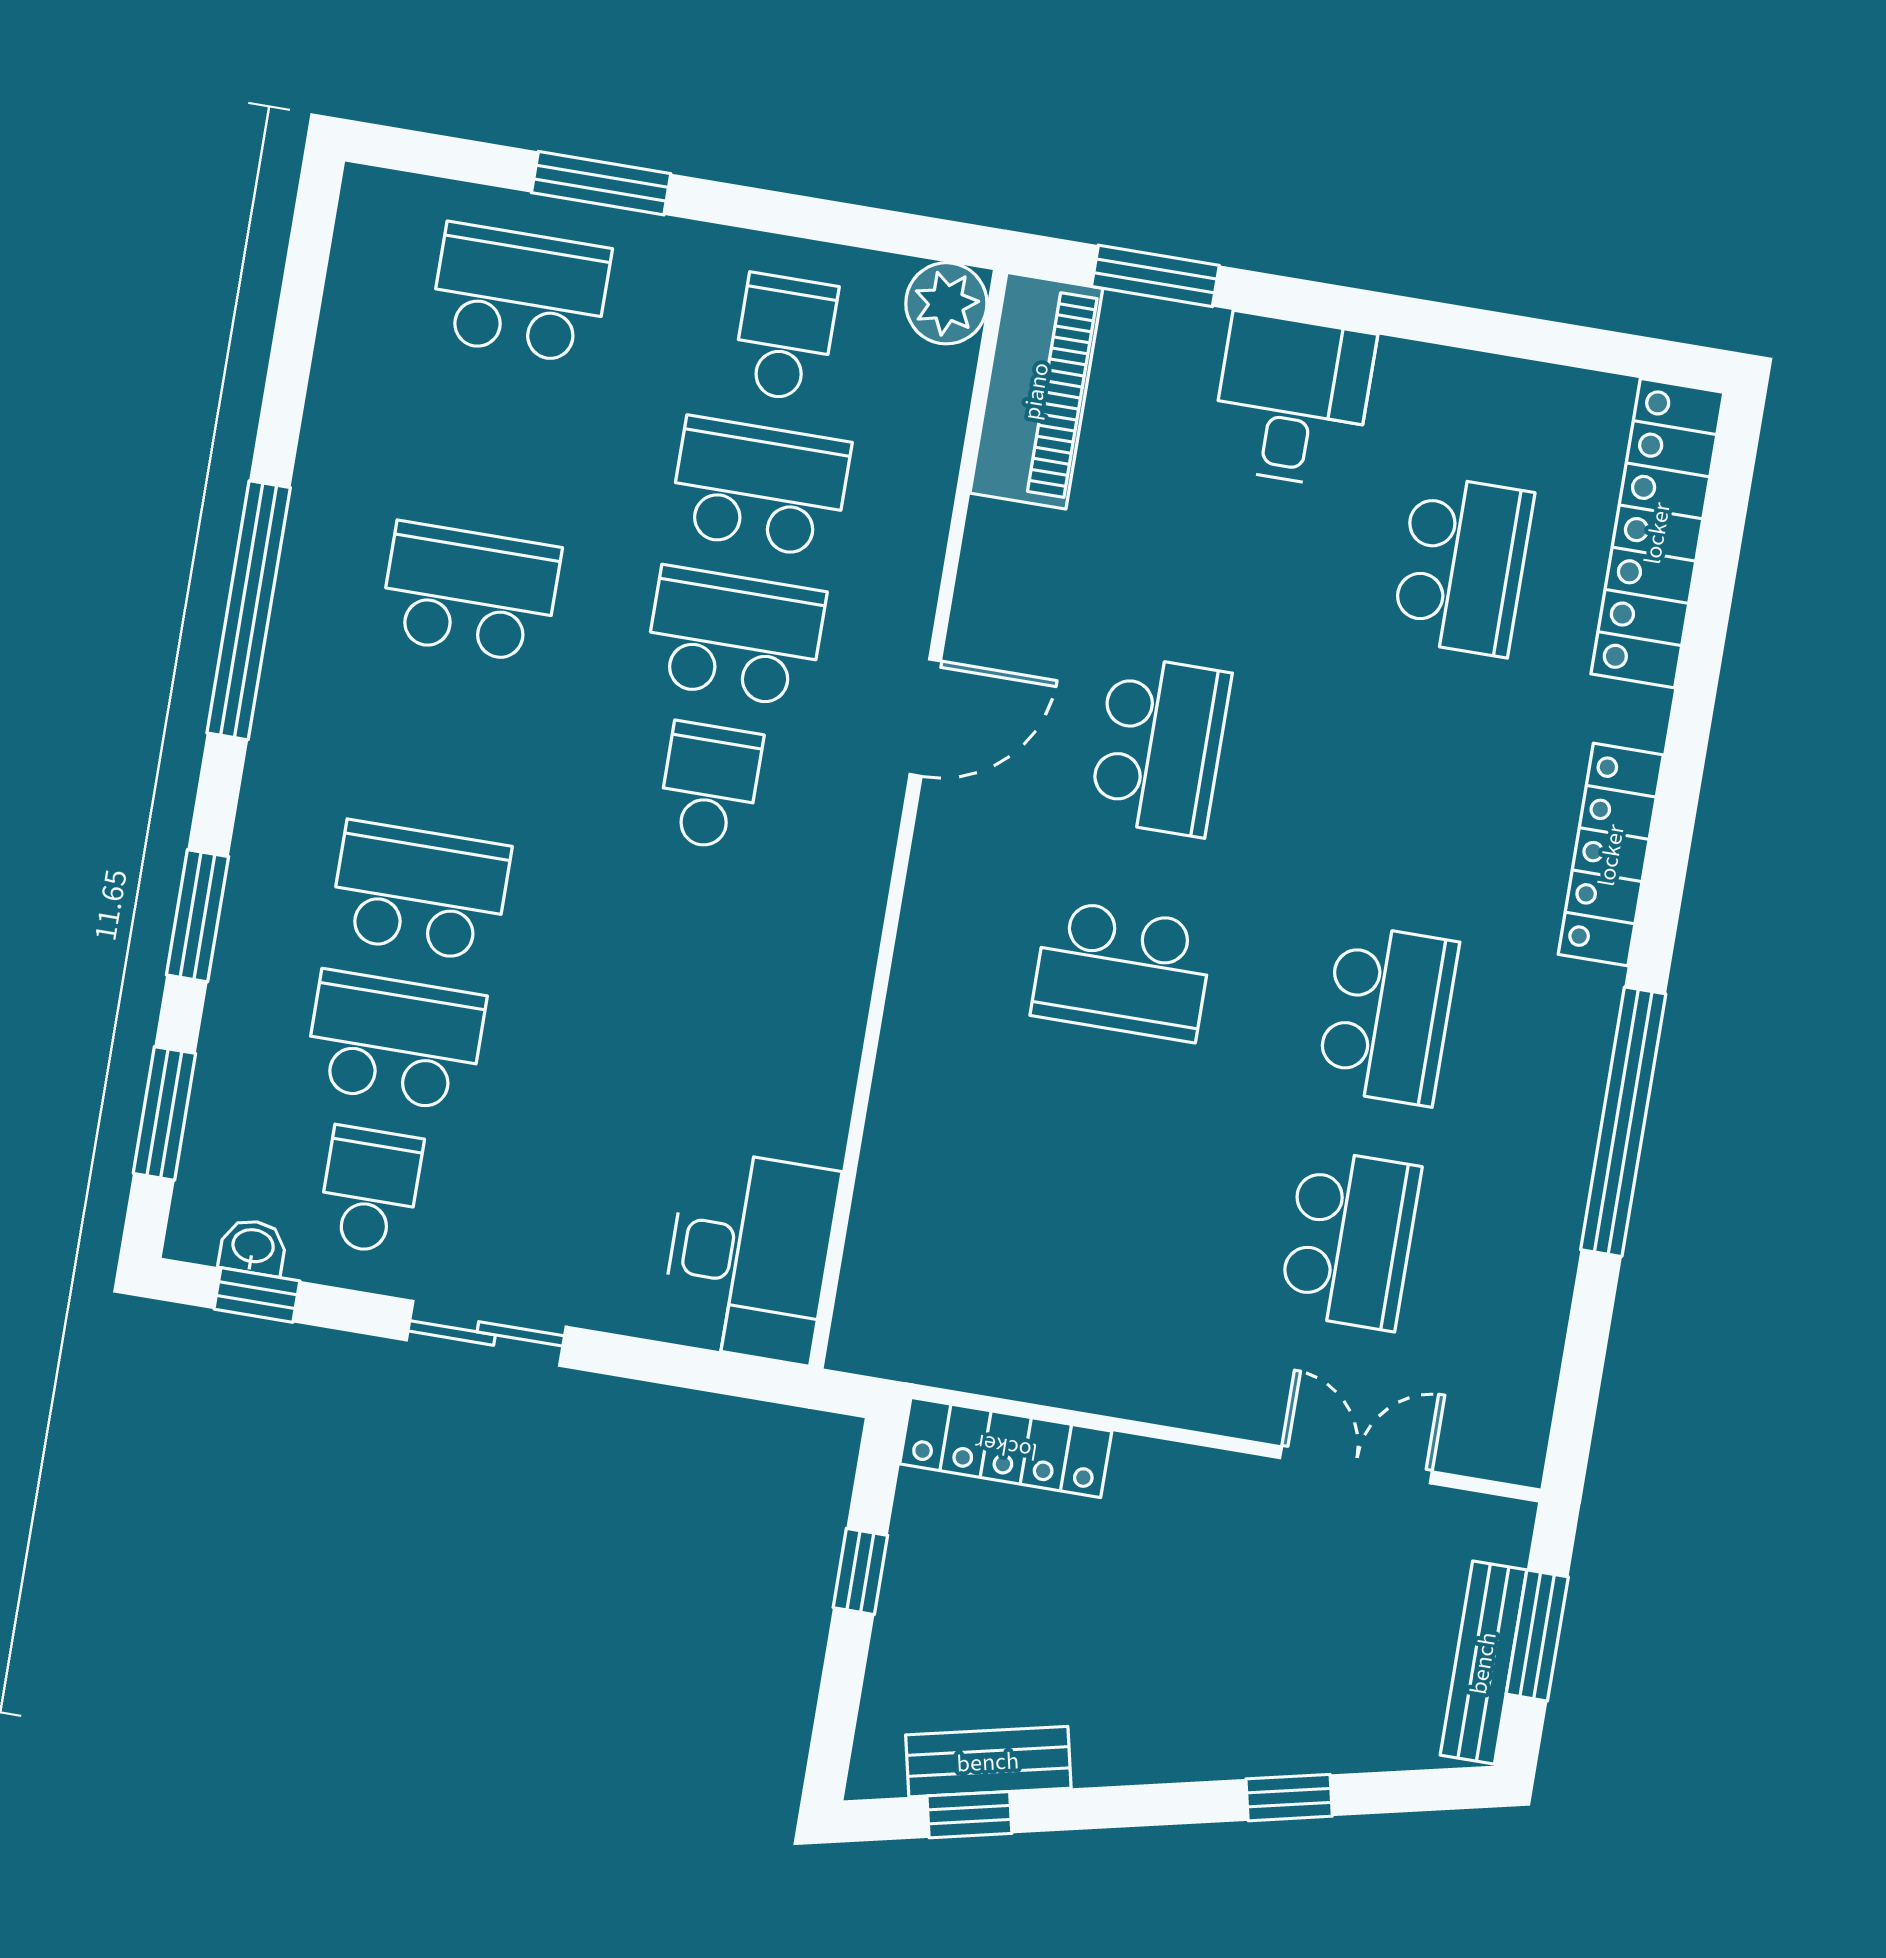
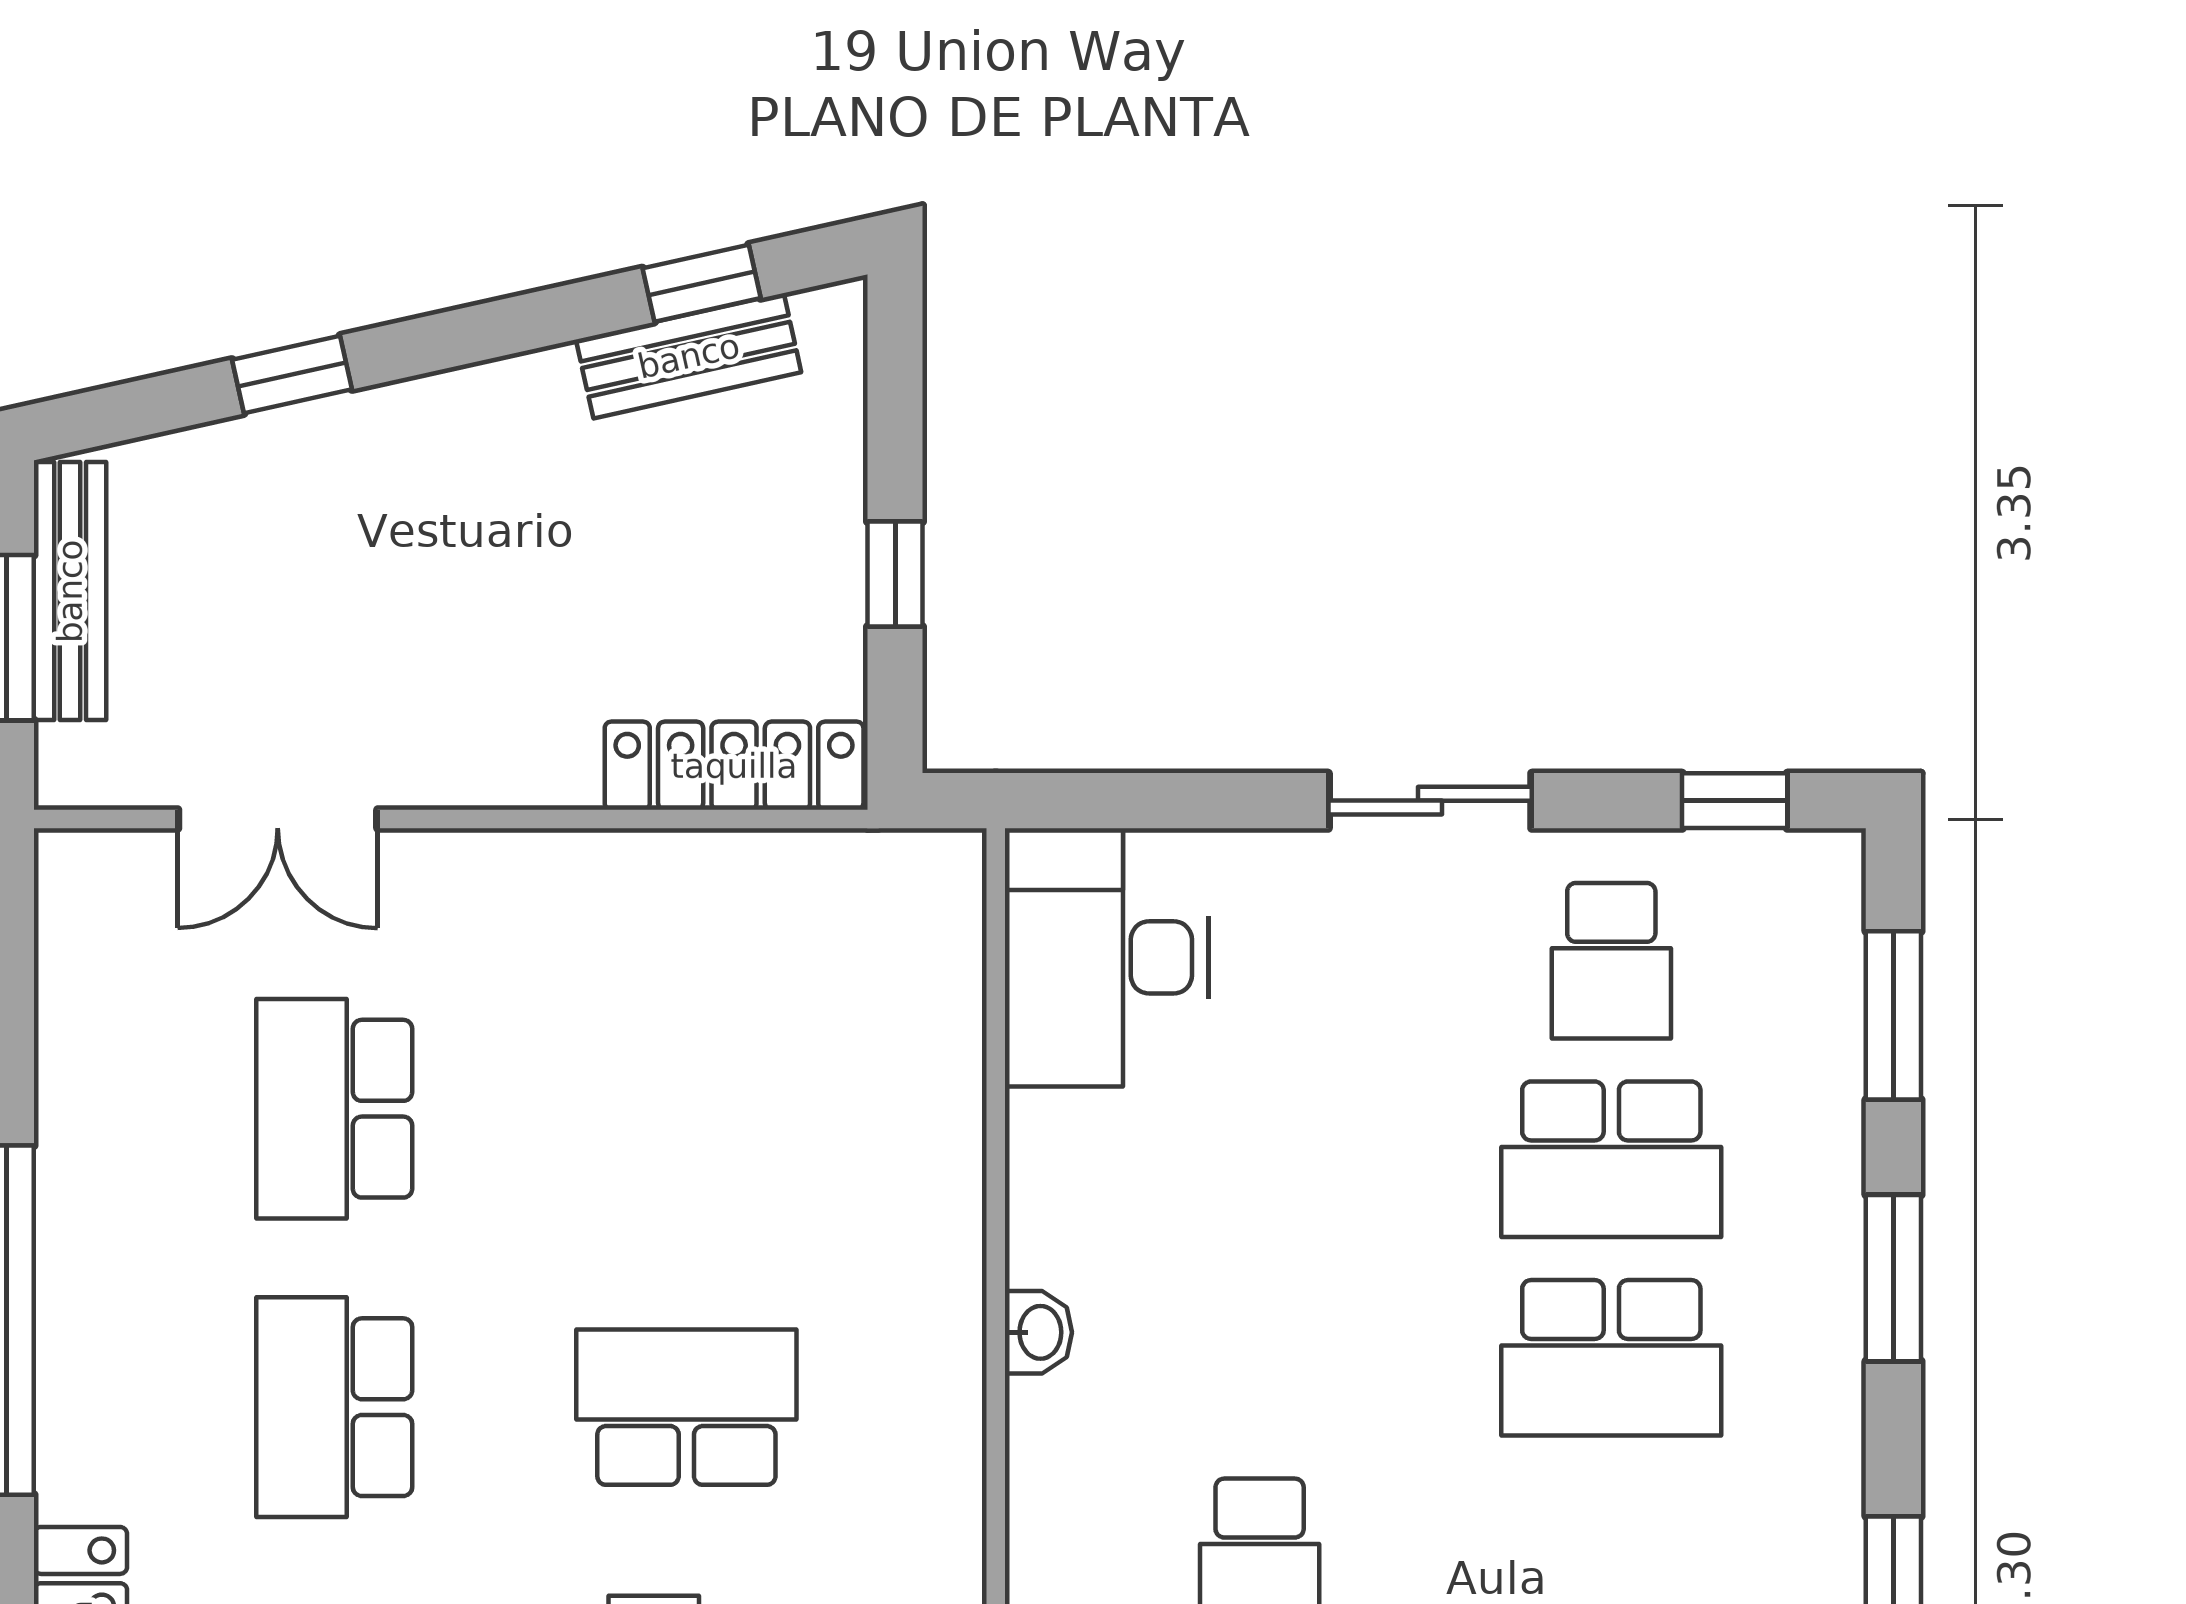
washbasin: (253, 1247) -> (1038, 1332), moved, turned -90

